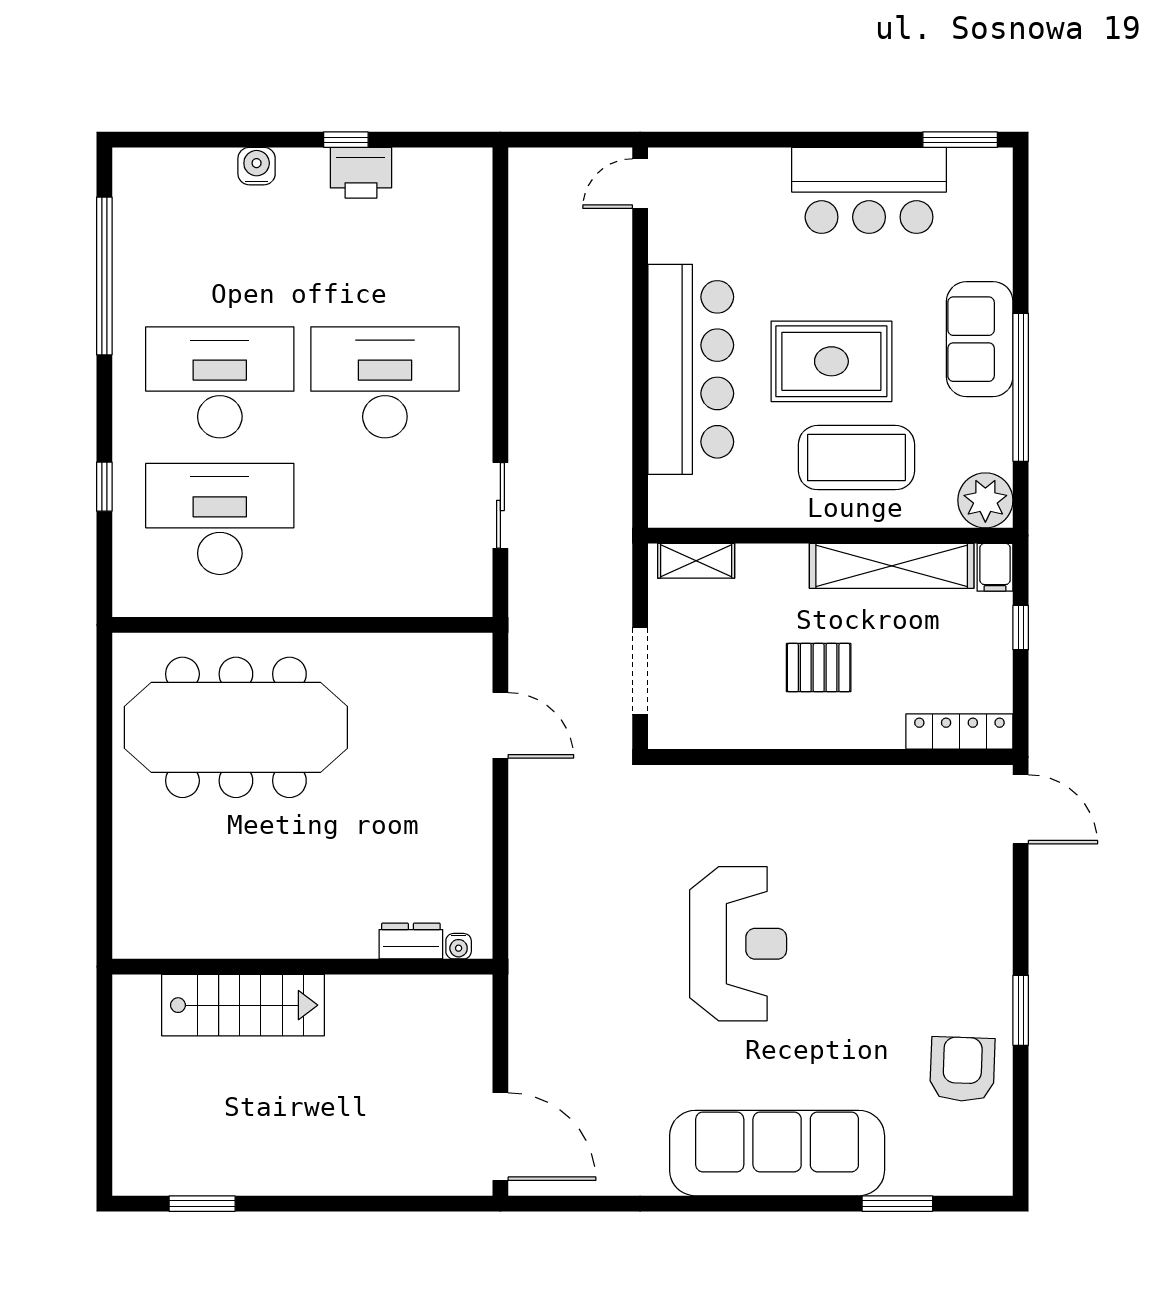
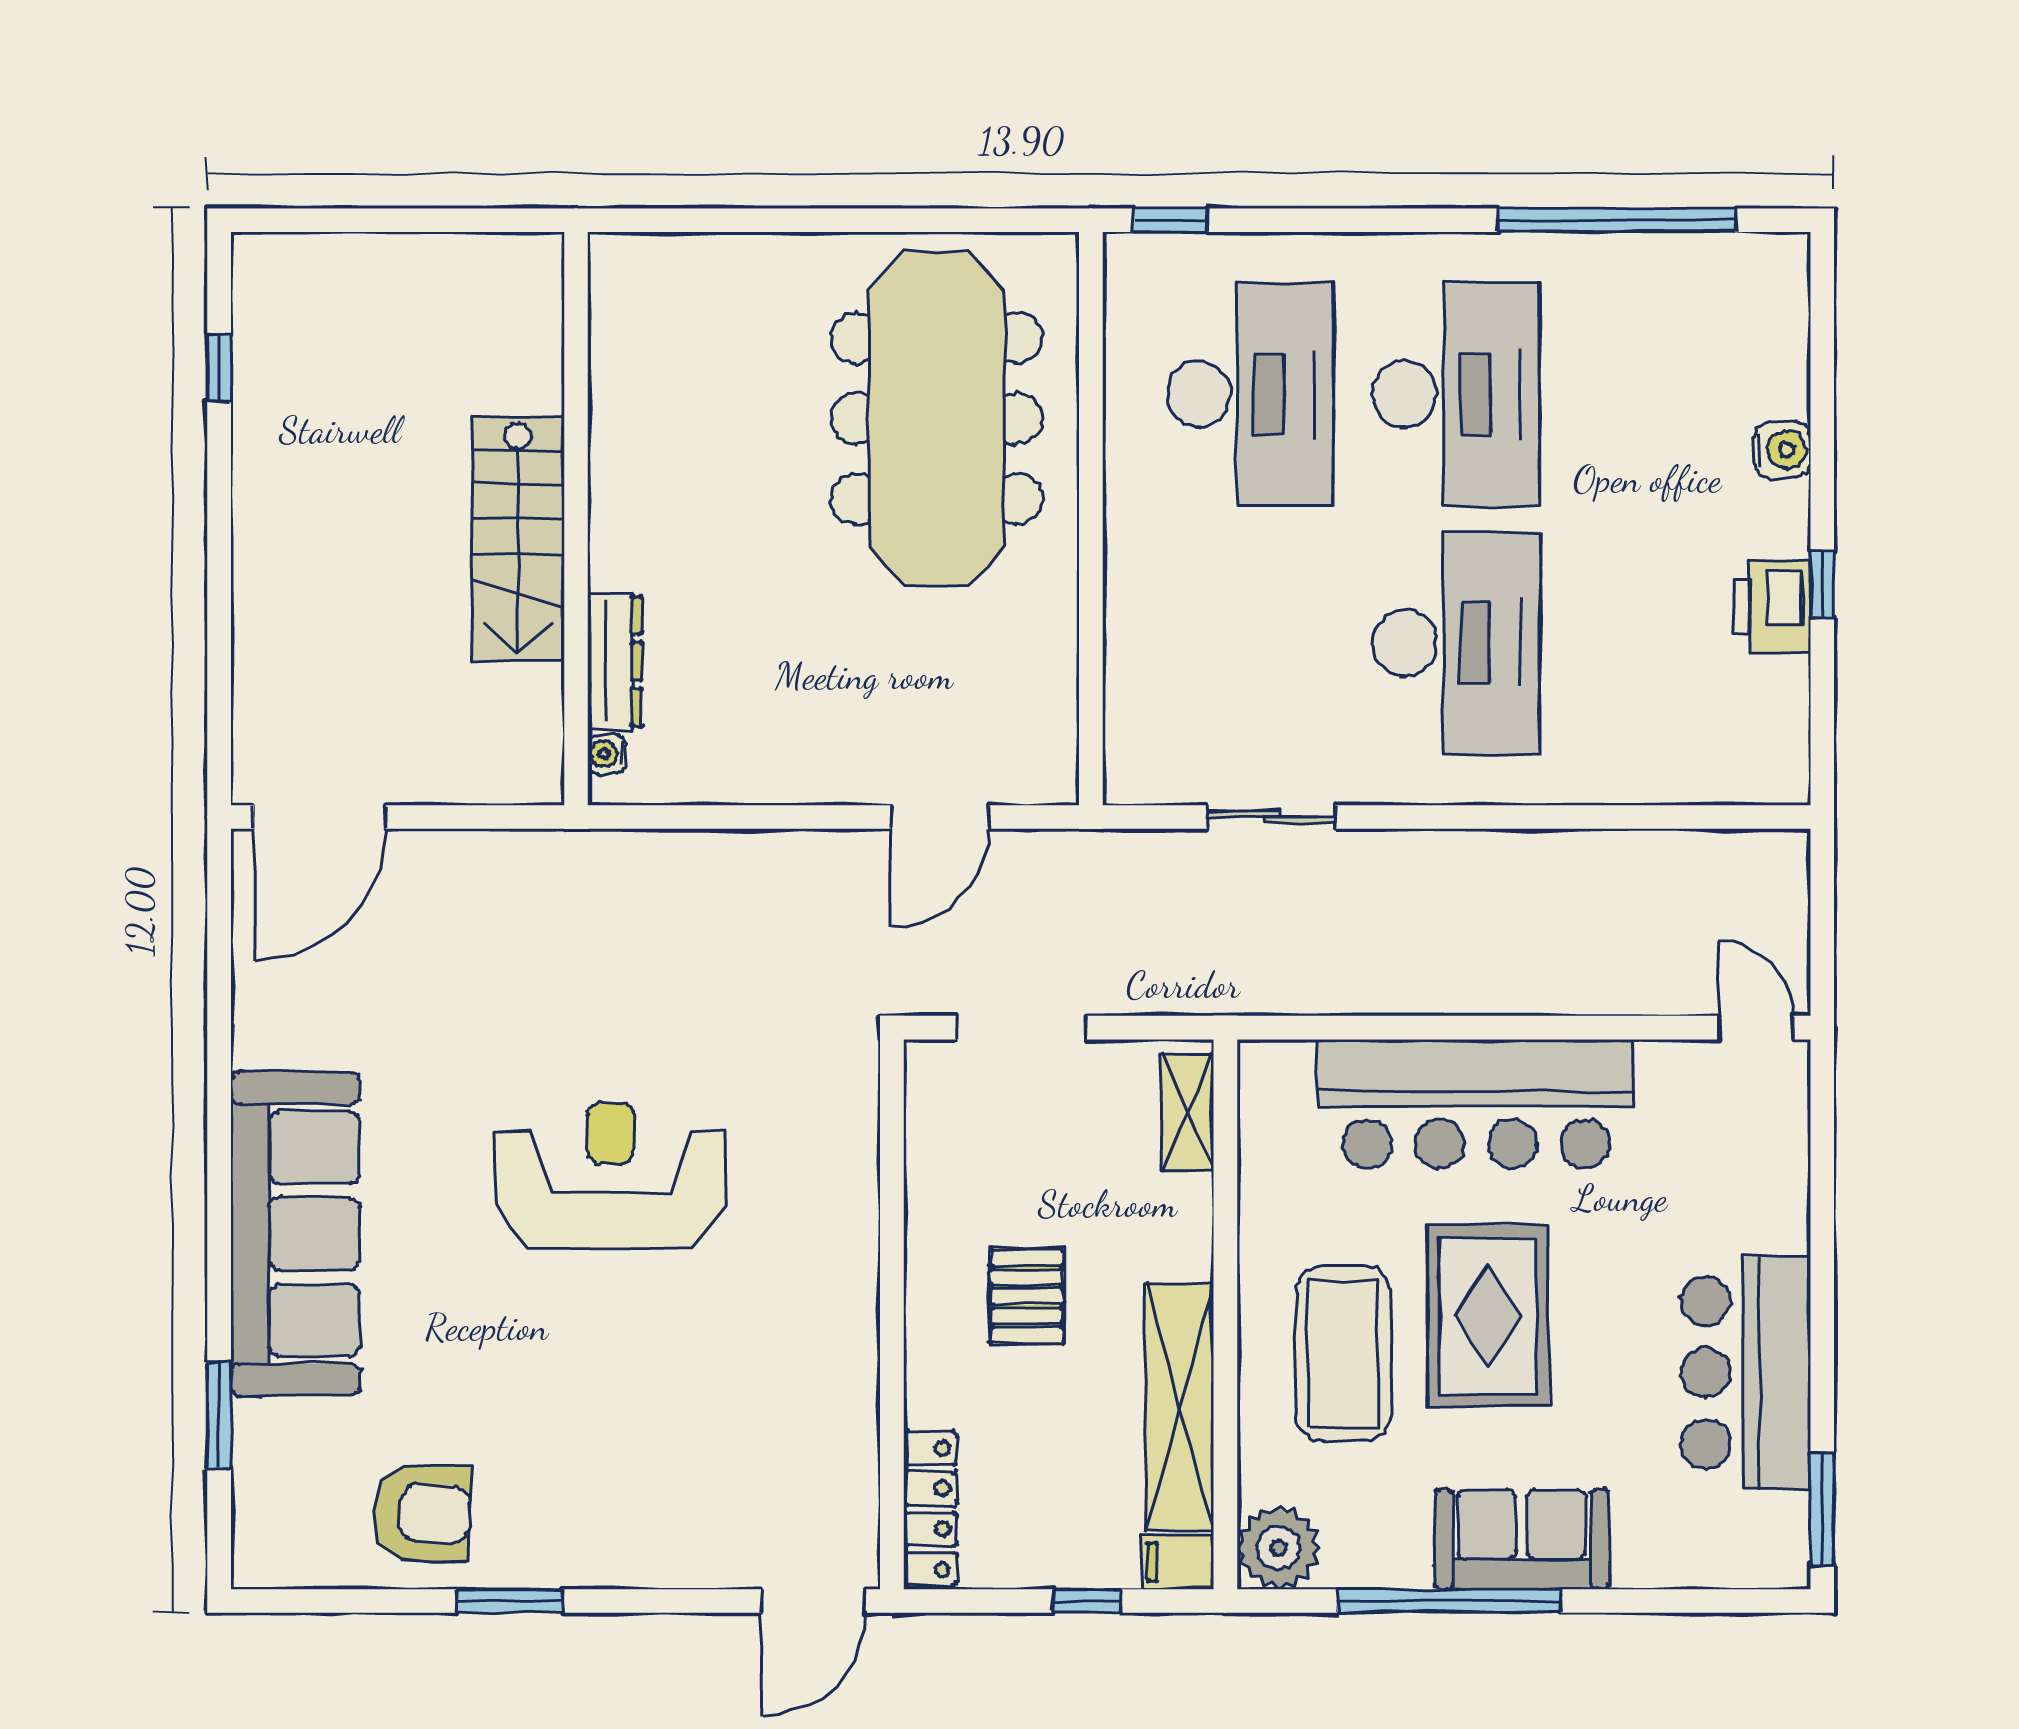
window: (104, 487) -> (1170, 220), moved
dresser: (411, 941) -> (615, 661), width x1.44
reception desk: (738, 944) -> (611, 1175), turned 180
stairs: (243, 1005) -> (518, 539), moved
window: (202, 1204) -> (219, 368), width x0.67

